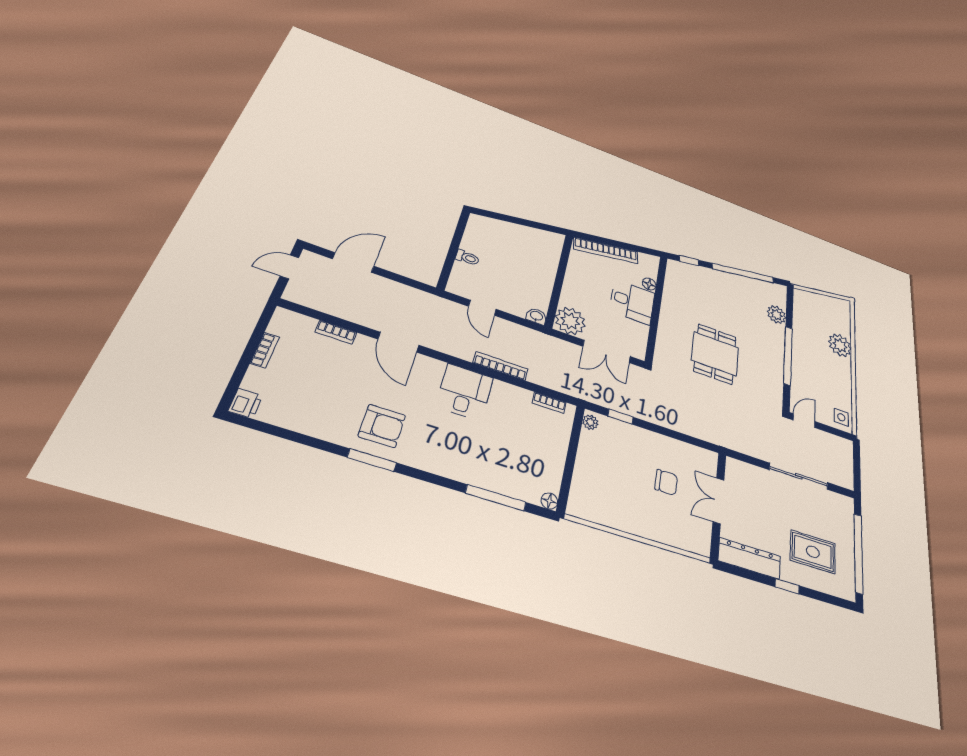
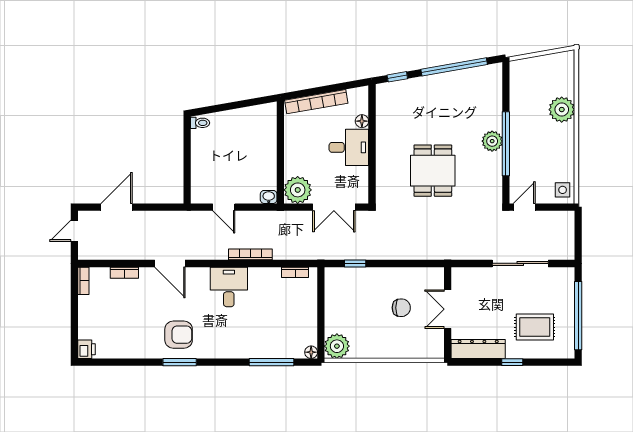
toilet: (467, 258) -> (200, 123), moved
plant: (777, 315) -> (492, 141), moved
bookcase: (265, 350) -> (83, 281), moved
plant: (590, 422) -> (337, 346), moved, width x1.88, depth x1.88

